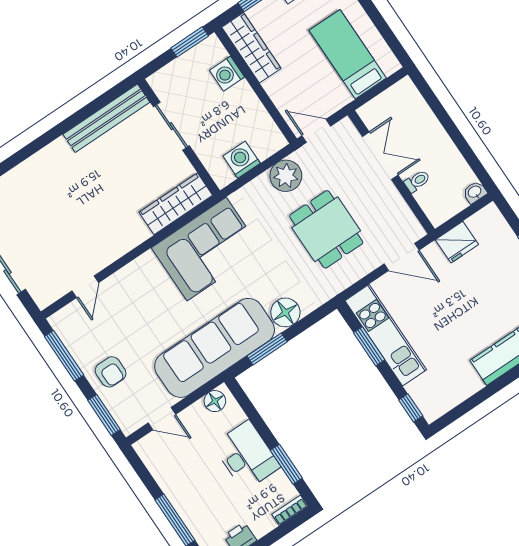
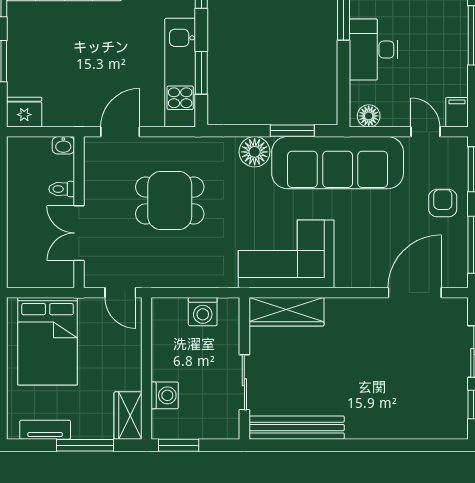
wardrobe: (251, 48) -> (128, 416), width x0.67
bed: (348, 54) -> (48, 341), width x1.50
plant: (286, 176) -> (174, 271), removed
washbasin: (475, 192) -> (63, 145), moved
dining table: (326, 229) -> (170, 200), turned 90
fridge: (457, 242) -> (24, 112), moved
door: (402, 257) -> (120, 132), hinge flipped
door: (85, 287) -> (415, 293), width x1.87
filing cabinet: (147, 451) -> (457, 112), added

